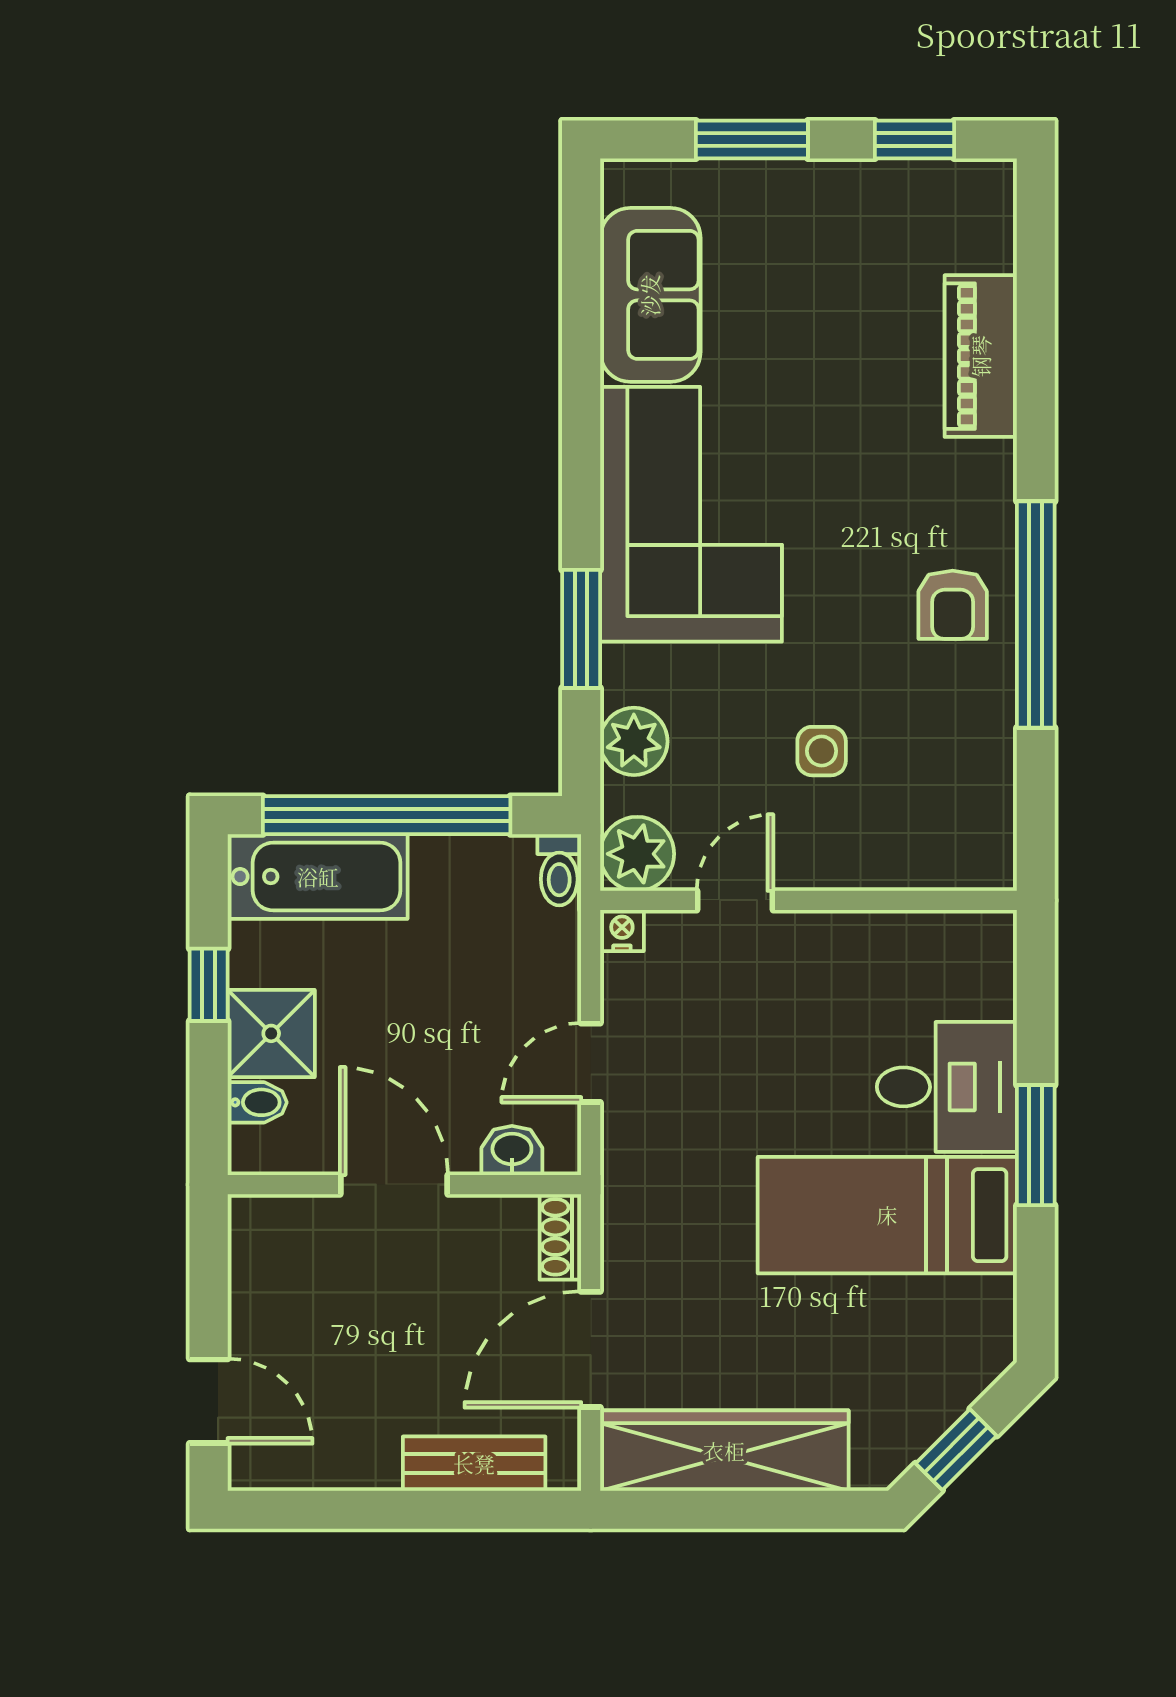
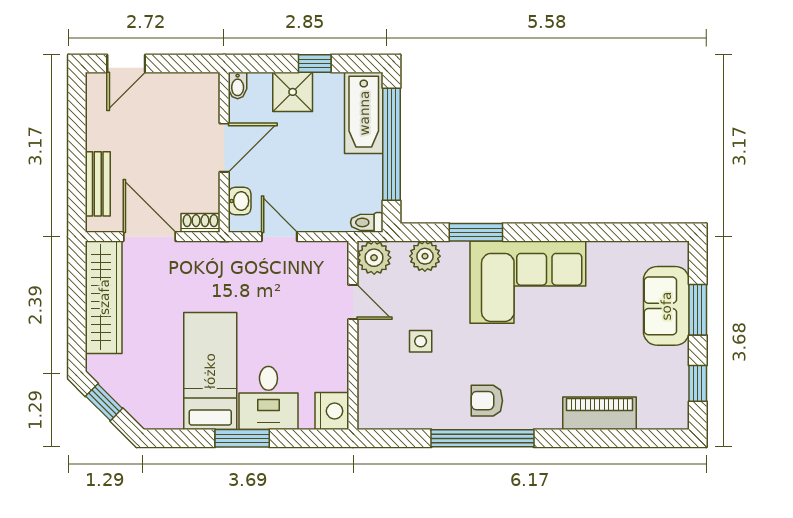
sofa: (650, 295) -> (666, 306), moved, turned 90
nightstand: (622, 931) -> (332, 411), moved, width x1.89, depth x1.79
bidet: (257, 1102) -> (238, 86), moved

